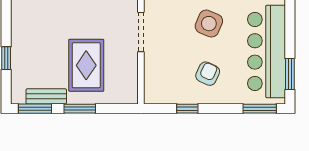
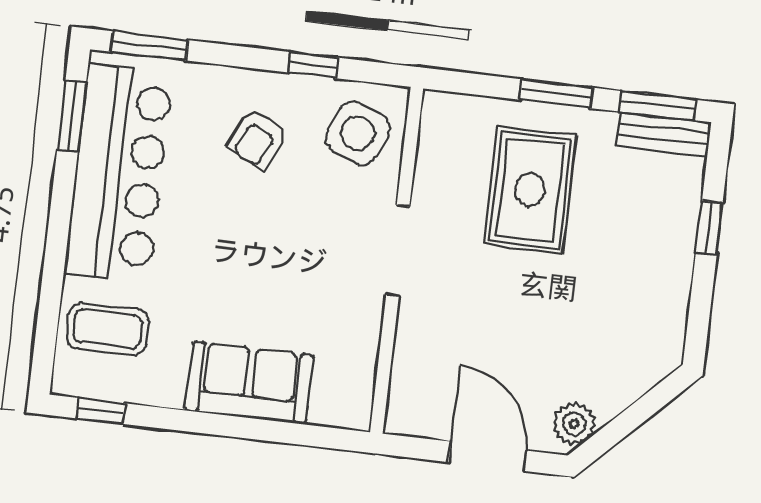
side table: (209, 24) -> (358, 133), moved
bench: (46, 96) -> (664, 134), moved

